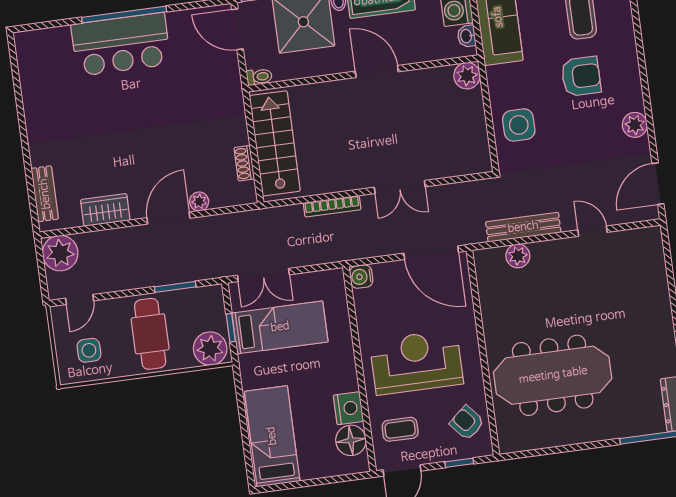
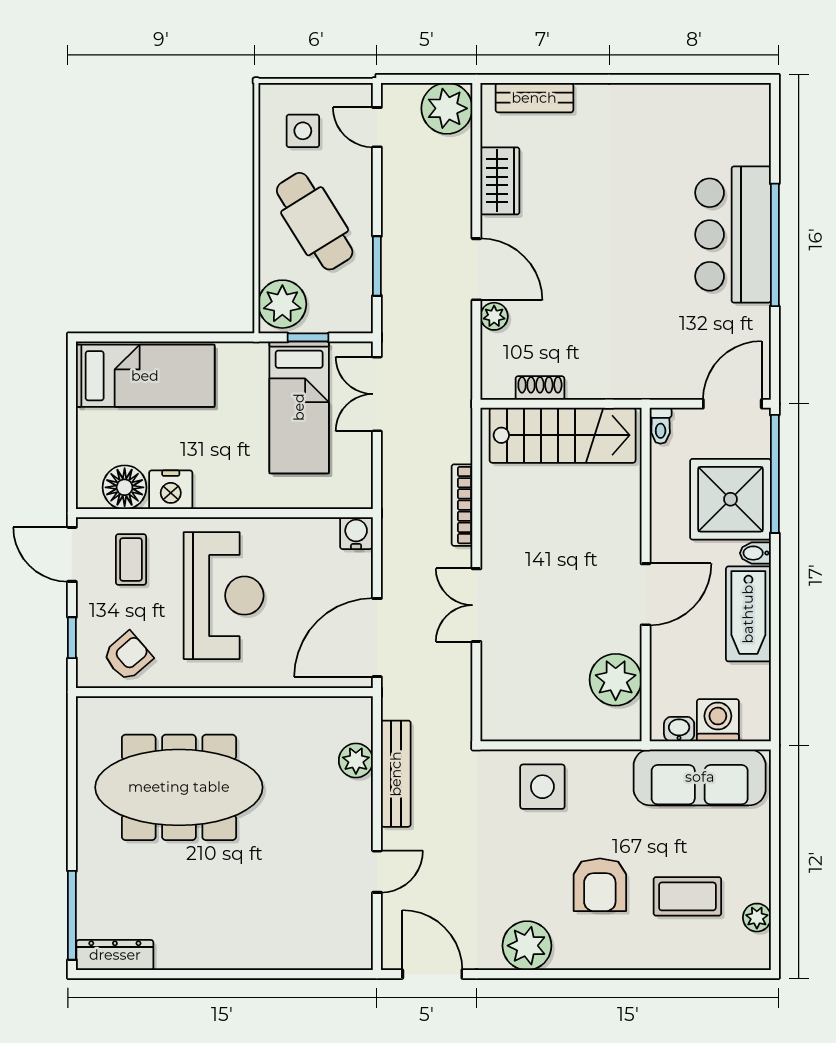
plant: (467, 76) -> (616, 680), moved, width x1.36, depth x1.36
plant: (635, 125) -> (527, 946), width x1.36, depth x1.36
cafe table: (150, 334) -> (315, 221), turned 58
meeting table: (553, 375) -> (179, 787), turned 90

